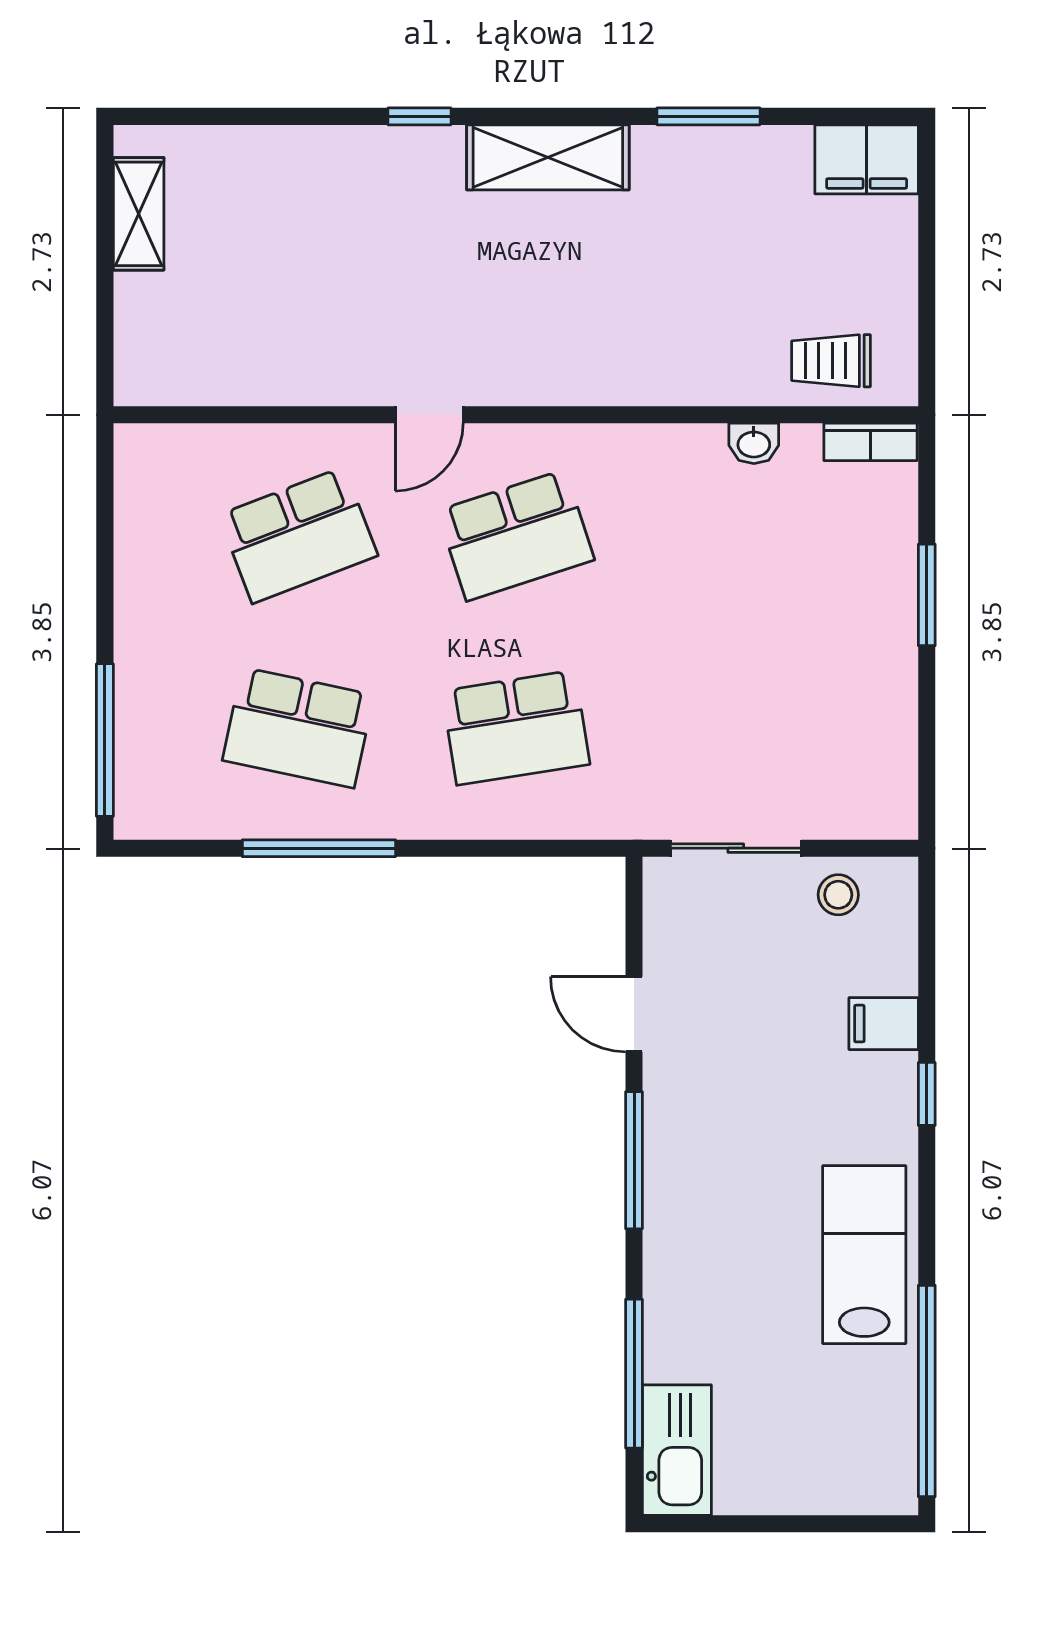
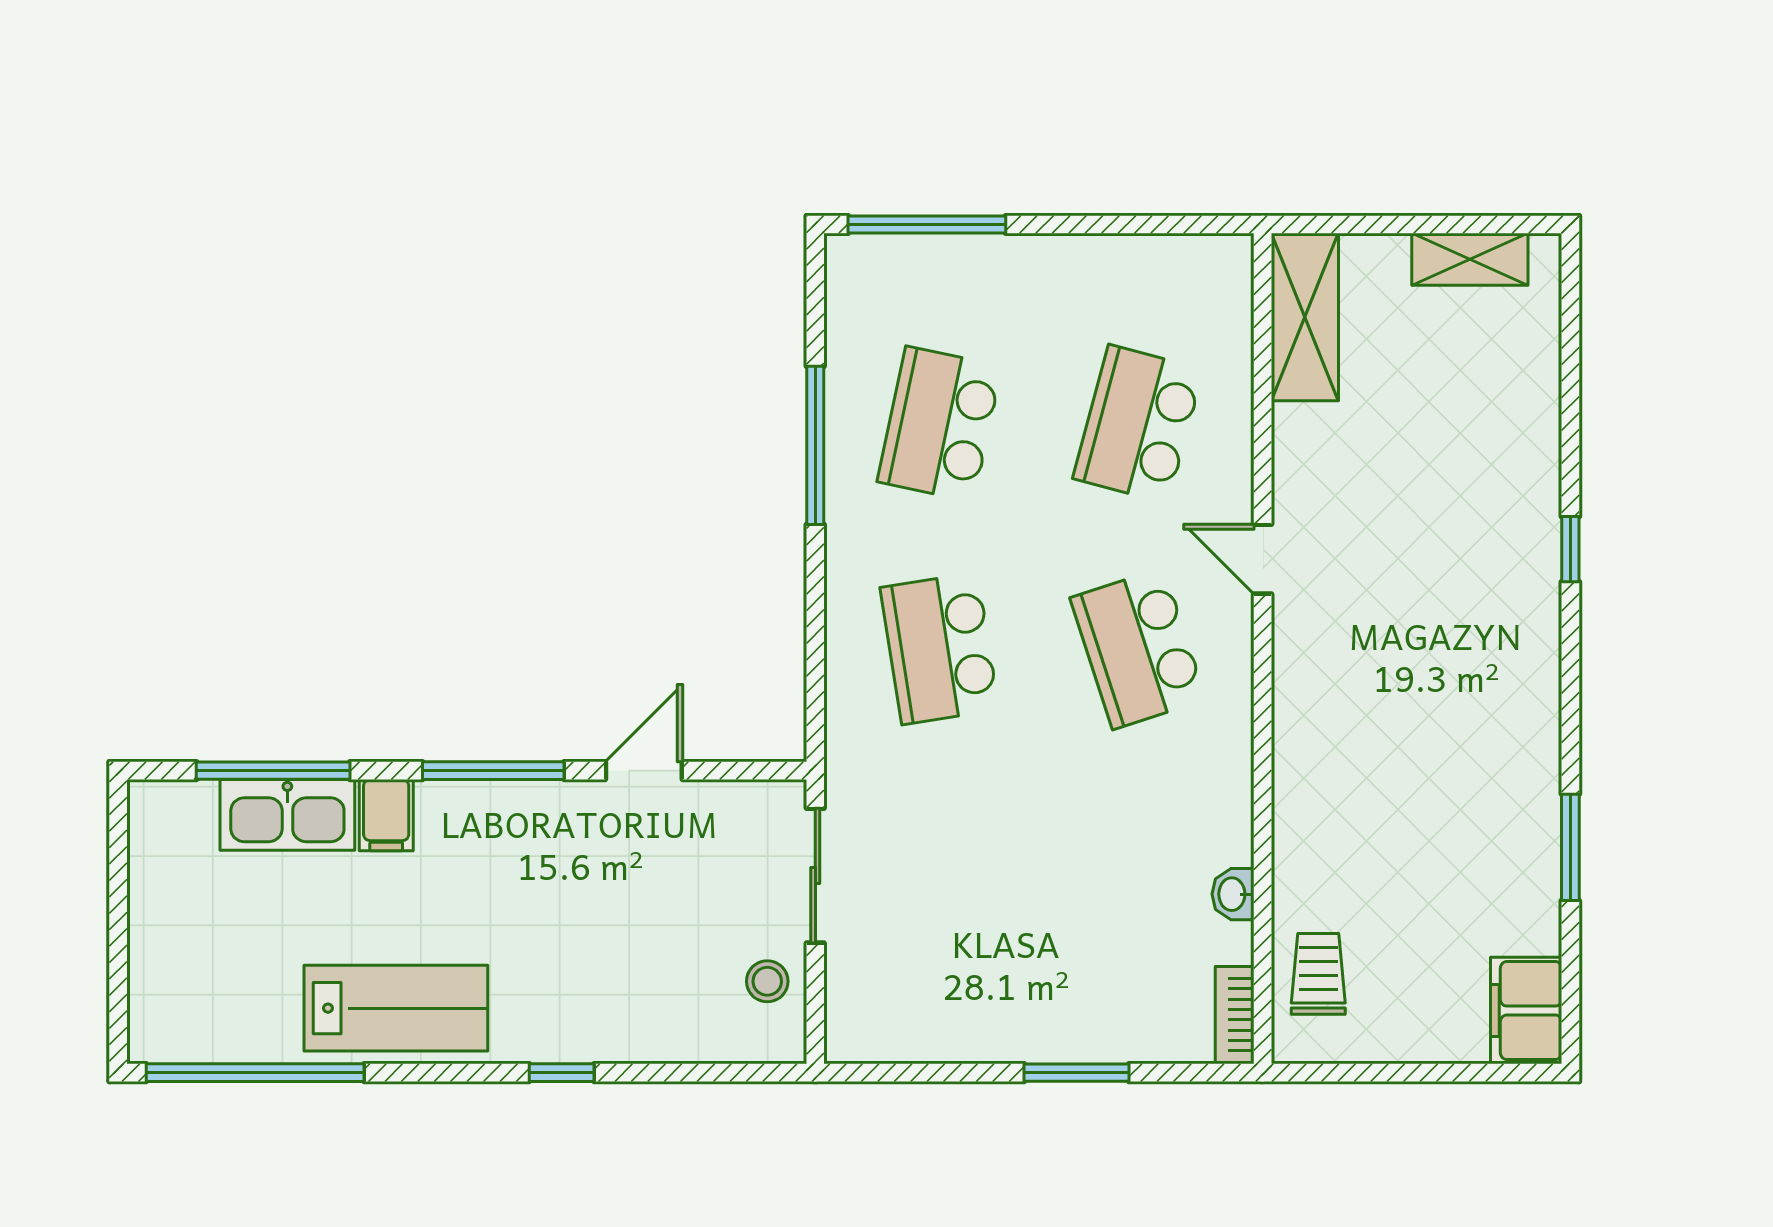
shelving: (548, 157) -> (1305, 317), moved
school desk: (298, 535) -> (1138, 424), turned 36
filing cabinet: (884, 1024) -> (386, 815), moved, turned 180
kitchen sink: (677, 1450) -> (287, 815), moved

